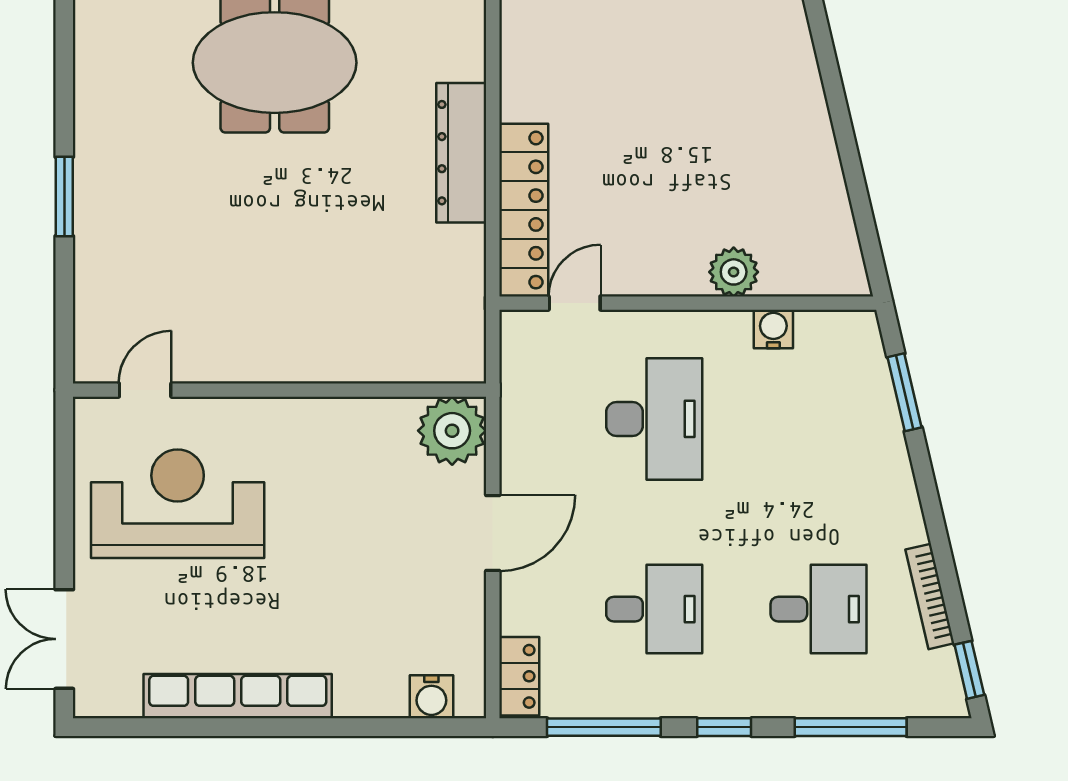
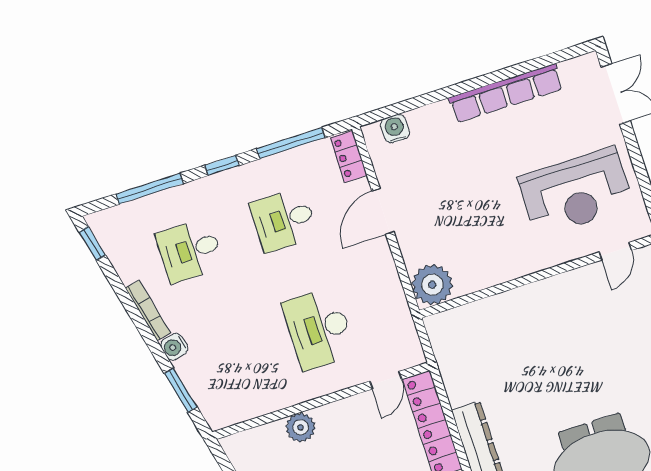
water cooler: (773, 329) -> (174, 347), moved, turned 77
door: (493, 533) -> (383, 211), moved
bookcase: (930, 596) -> (148, 310), moved

